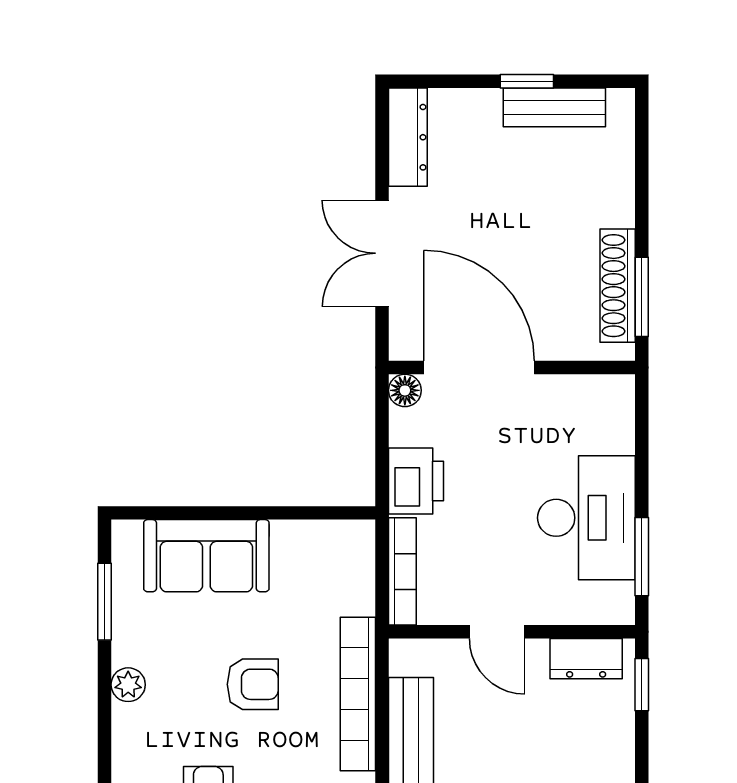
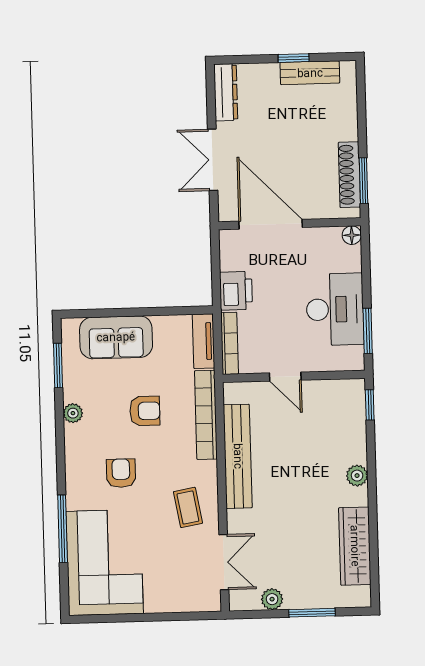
floor lamp: (405, 390) -> (352, 235), moved
tv unit: (357, 567) -> (203, 341), added
dresser: (586, 659) -> (337, 391), removed

